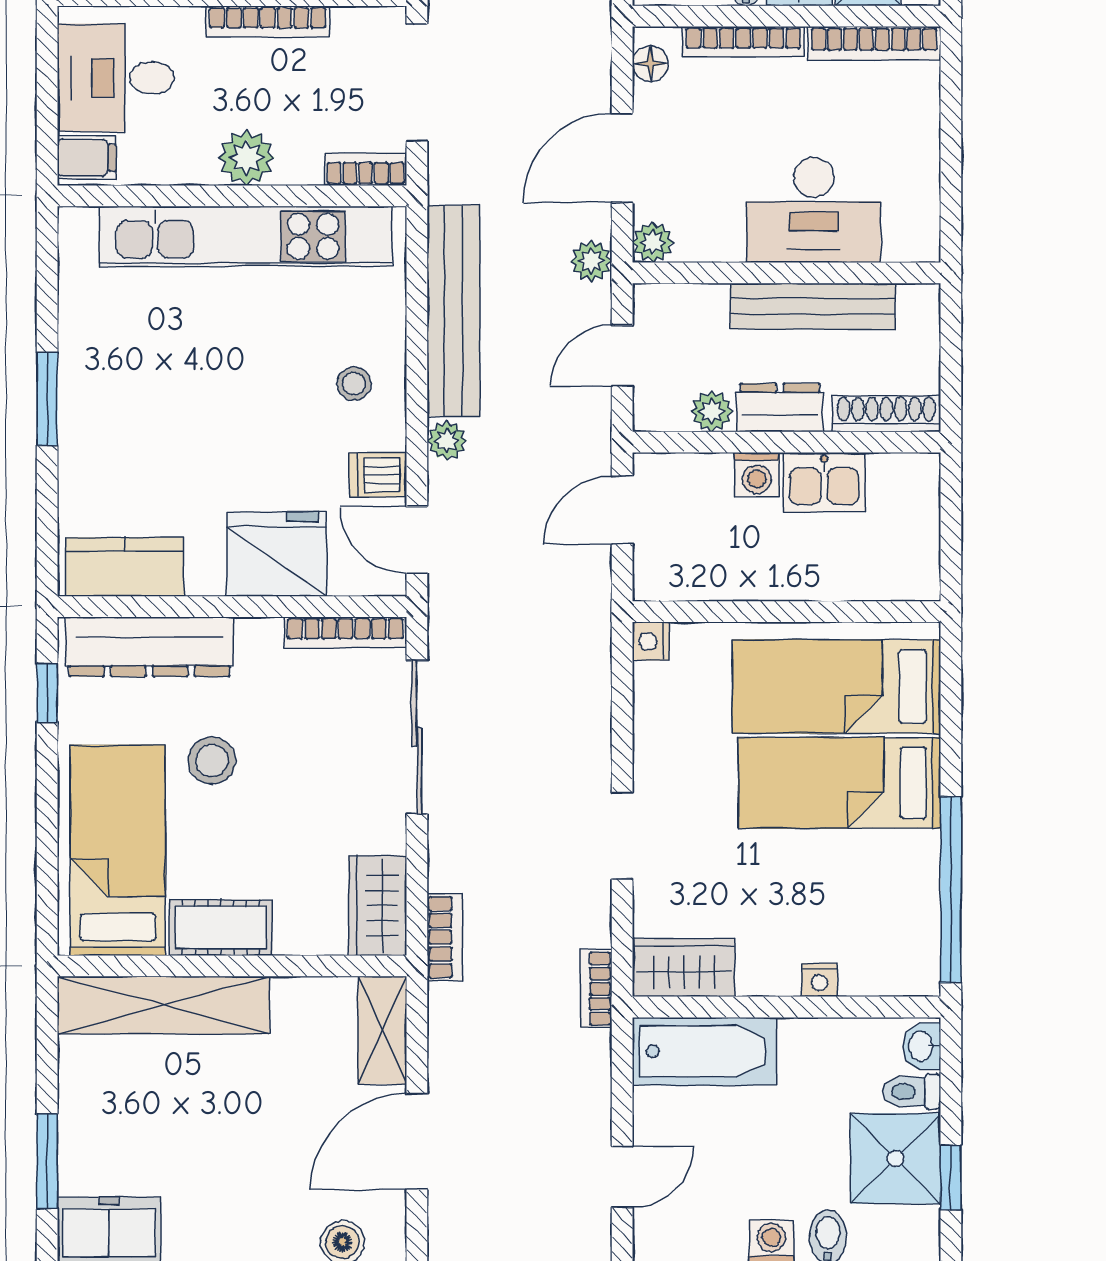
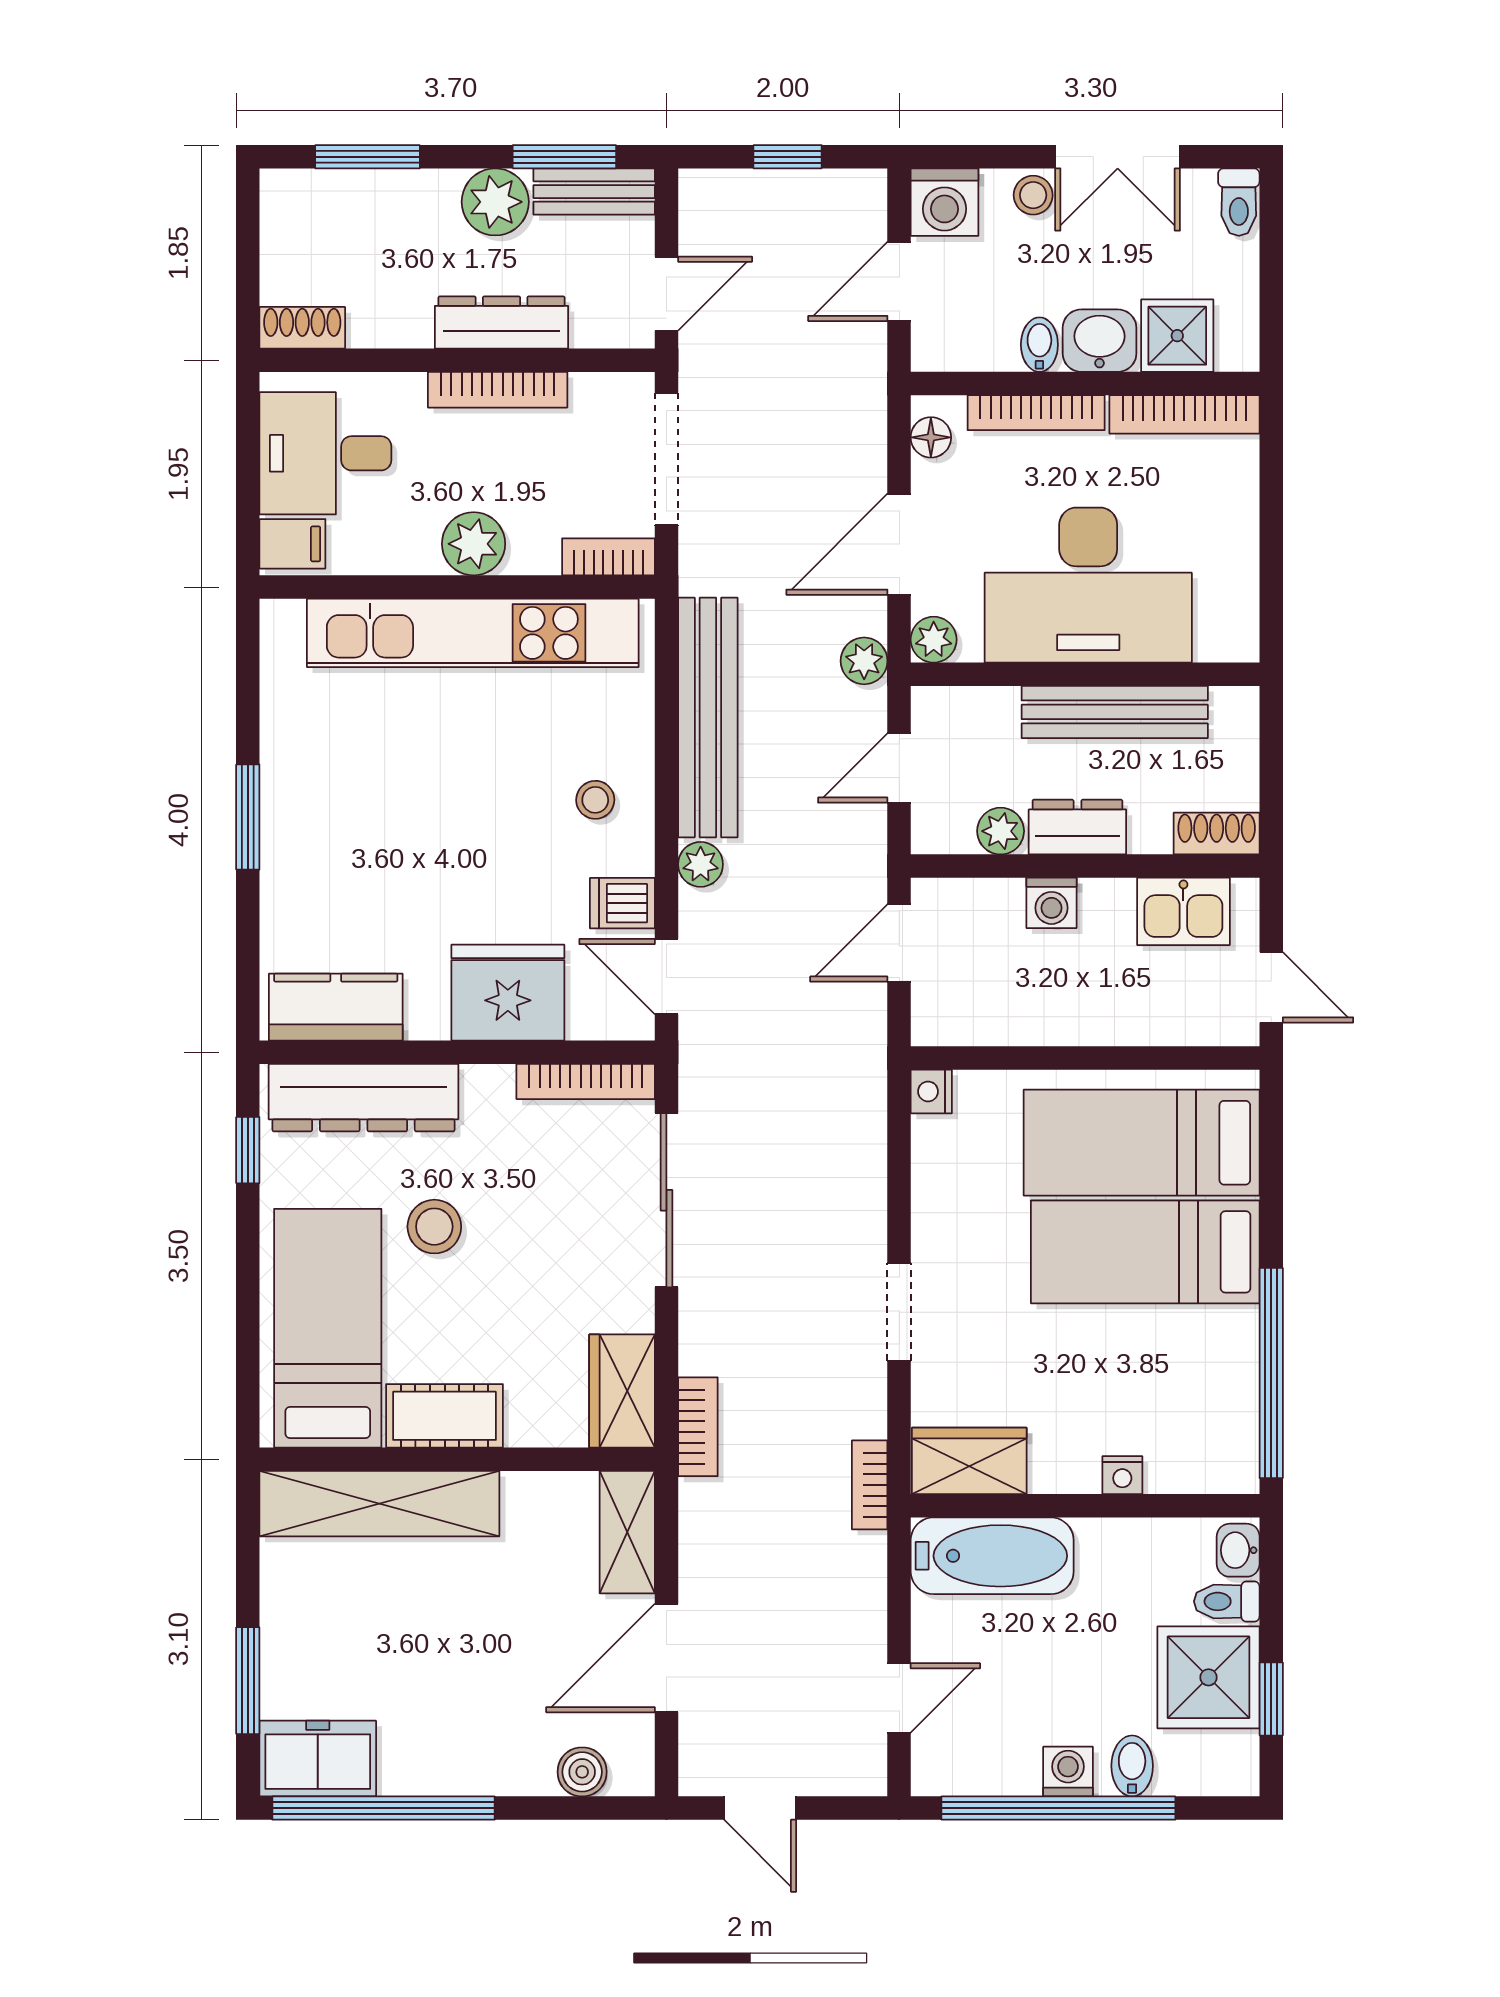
desk: (814, 210) -> (1088, 585), width x1.36, depth x1.30
shoe rack: (886, 414) -> (1217, 834), width x0.70
kitchen sink: (824, 482) -> (1183, 911), moved
door: (951, 549) -> (1271, 987), added

